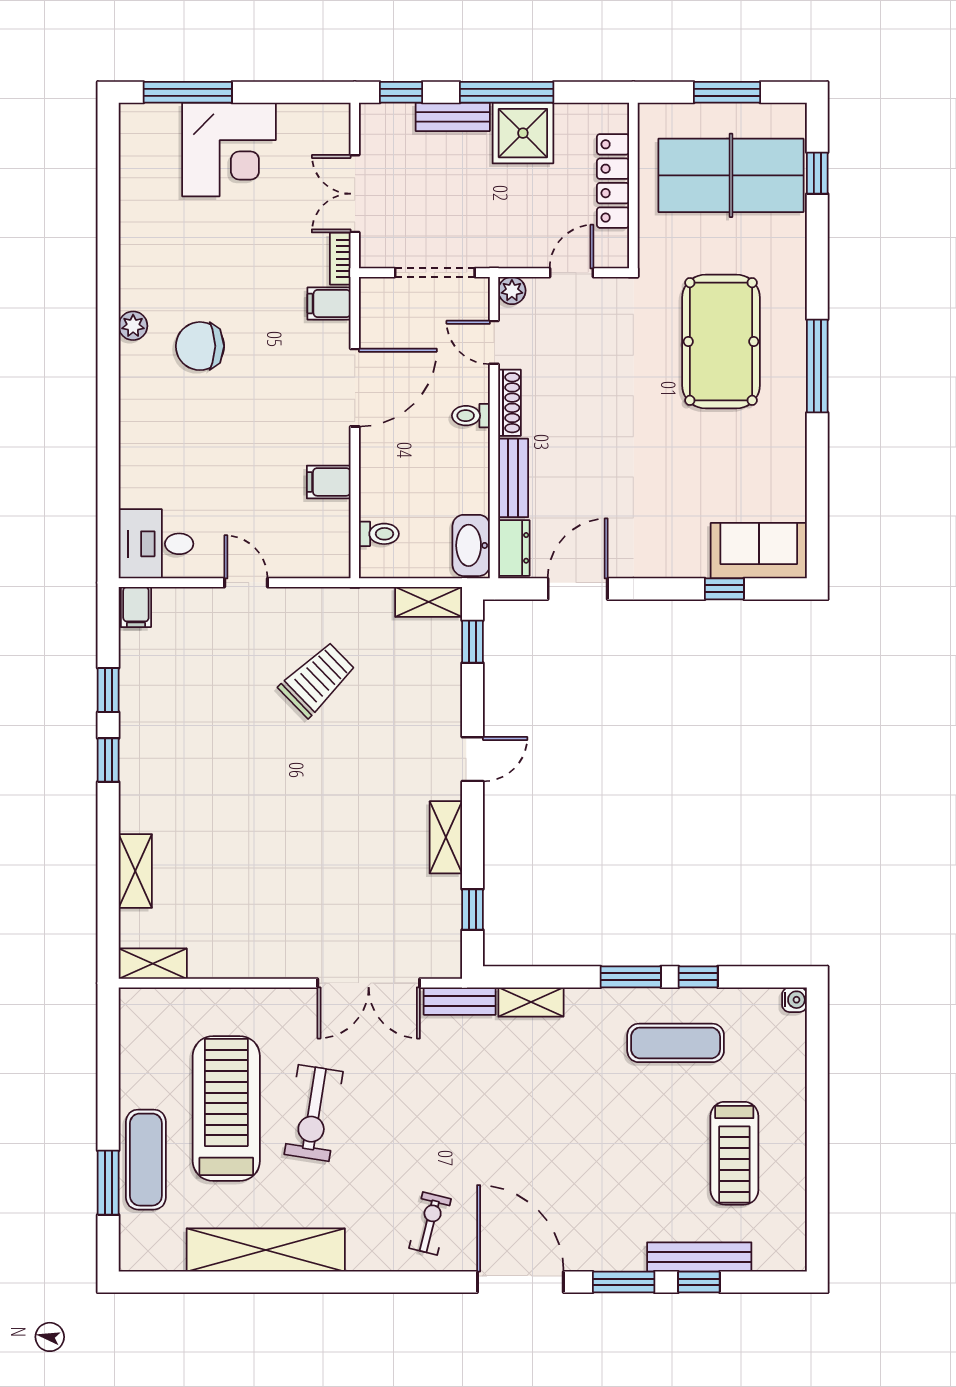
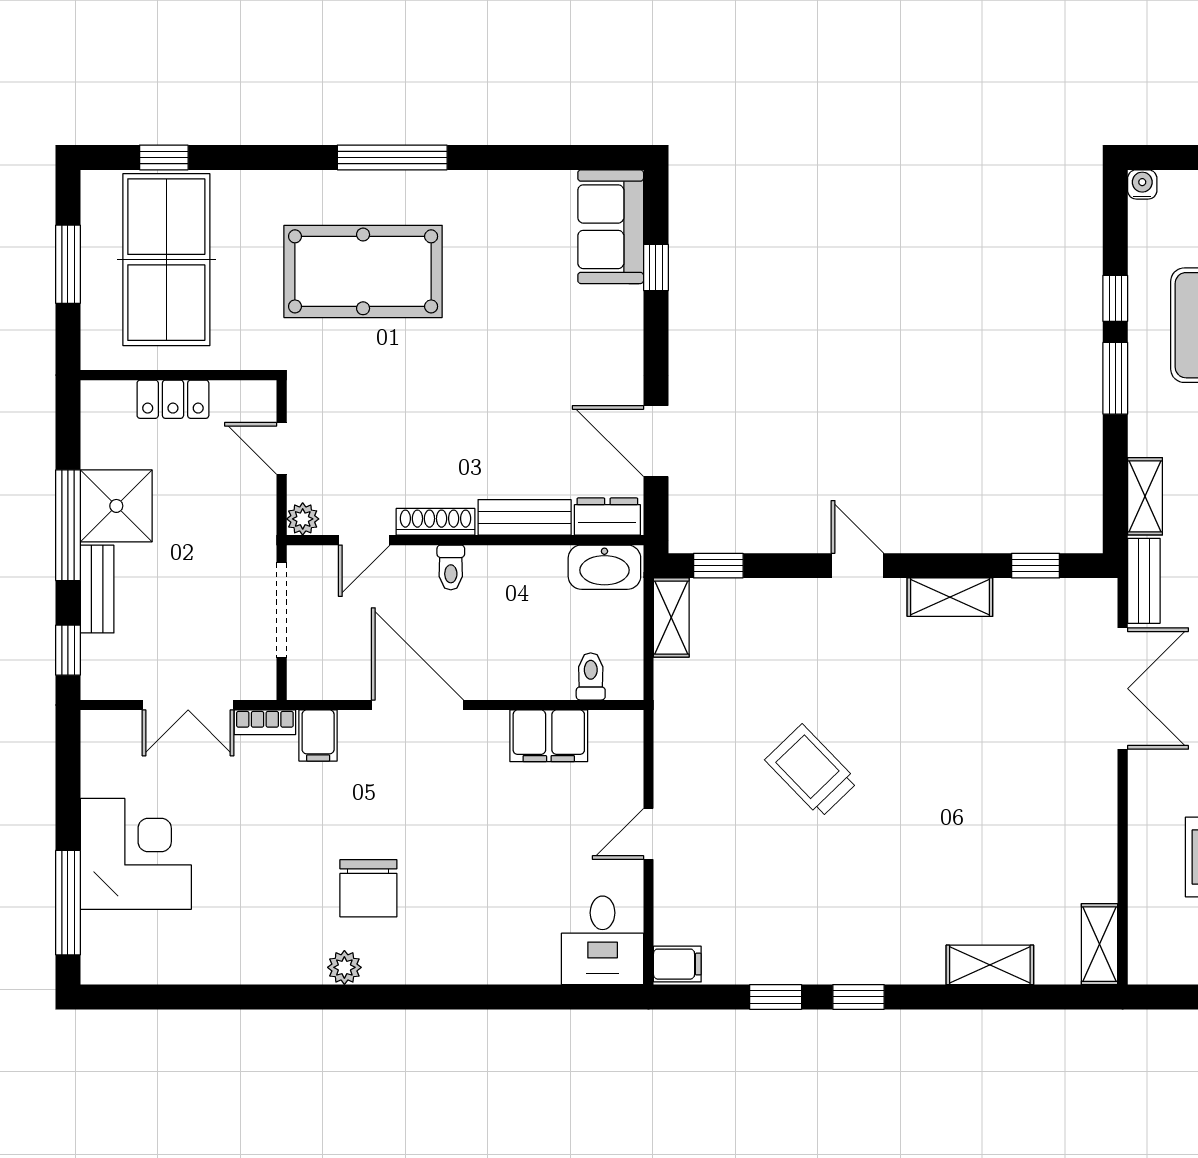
locker: (613, 181) -> (173, 399), width x0.66
filing cabinet: (329, 482) -> (549, 736), width x2.00
trolley: (317, 679) -> (811, 771), moved

